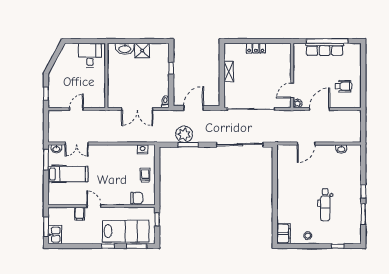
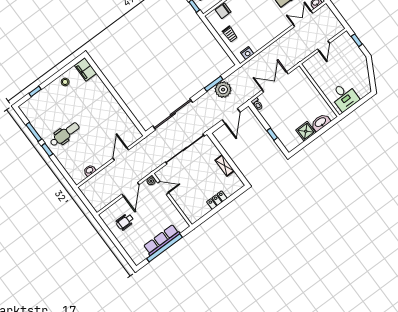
door: (292, 91) -> (163, 188), hinge flipped
dental chair: (325, 205) -> (65, 134), moved, turned 90

